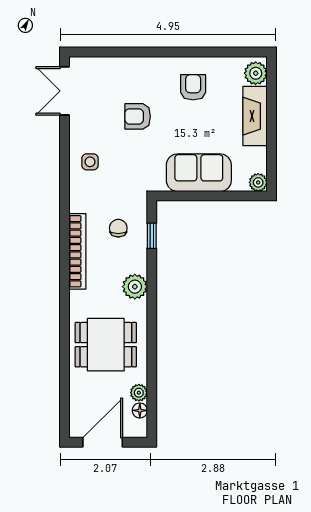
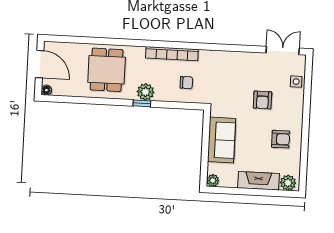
armchair: (138, 116) -> (262, 100), turned 180
side table: (90, 162) -> (296, 82), moved
window: (152, 236) -> (142, 103), moved
plant: (139, 393) -> (72, 91), removed
floor lamp: (140, 410) -> (46, 90), moved

